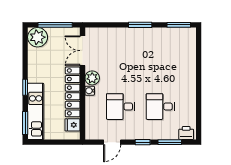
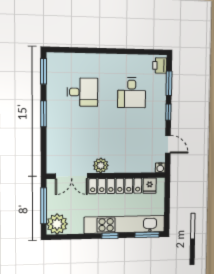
water cooler: (90, 91) -> (160, 168), moved
desk: (121, 107) -> (82, 92), moved, turned -90
kitchen unit: (36, 111) -> (125, 224), width x1.36

